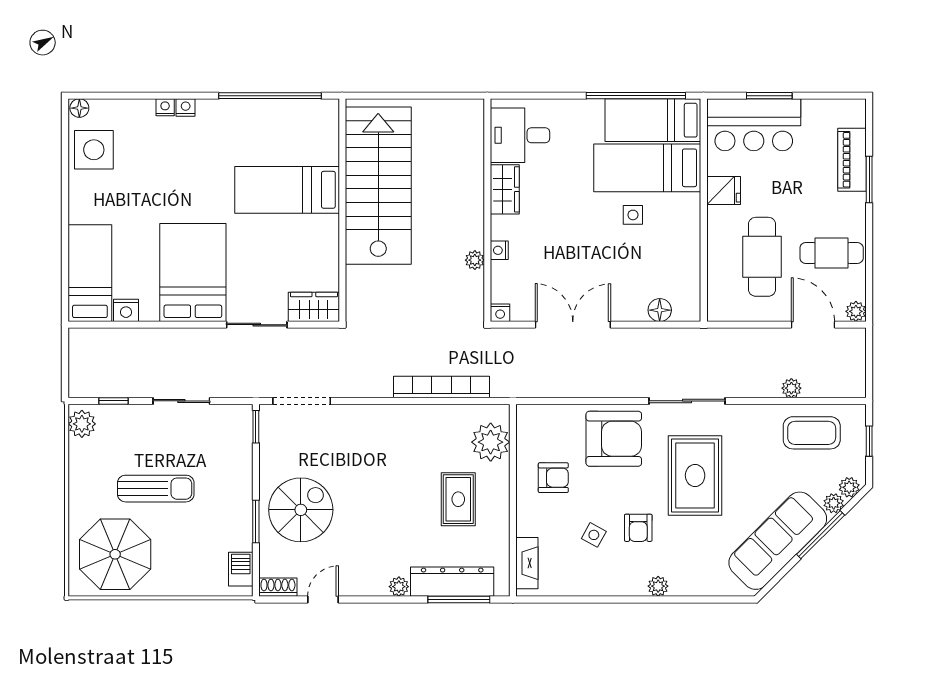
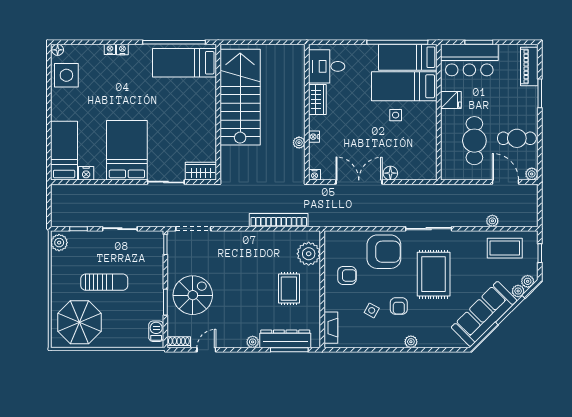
piano: (852, 160) -> (529, 67), moved
bed: (287, 190) -> (184, 63), moved
floor lamp: (660, 310) -> (390, 173), moved

